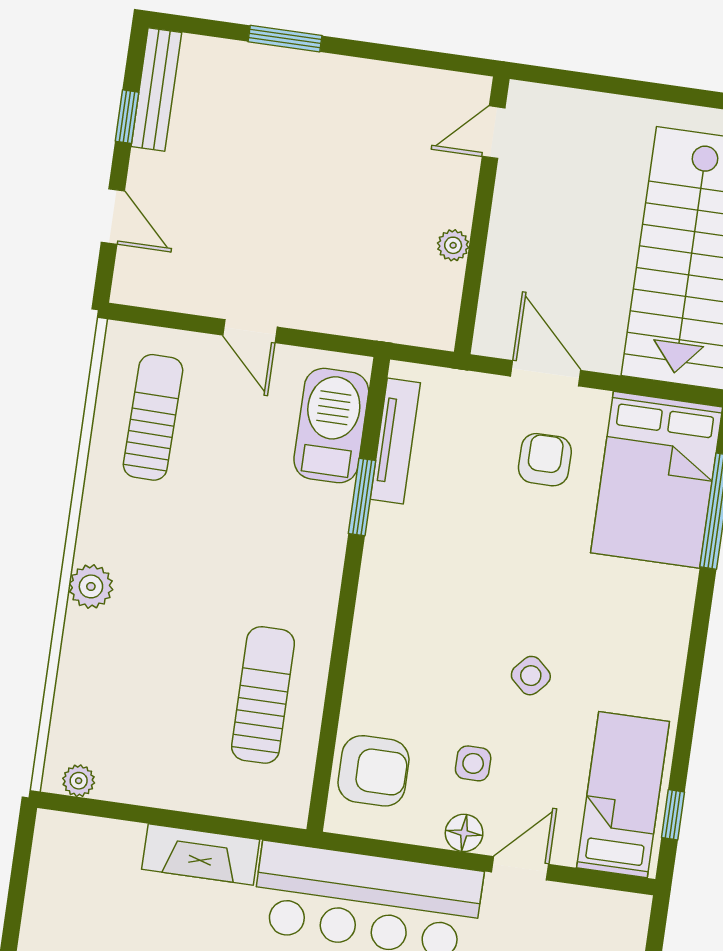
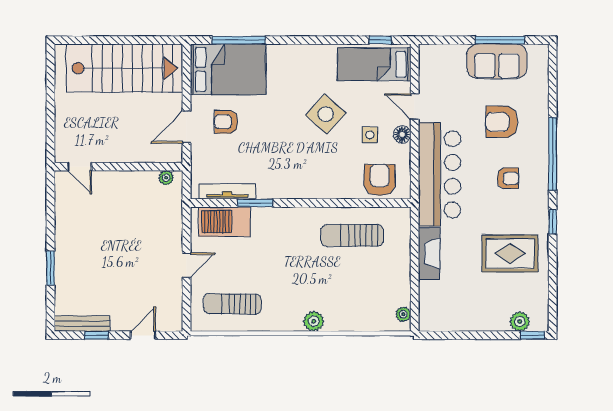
plant: (453, 245) -> (166, 178), moved
side table: (531, 676) -> (326, 114), width x1.87, depth x1.87

